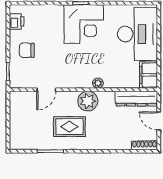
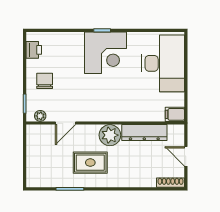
chair: (27, 50) -> (45, 81), turned 90
filing cabinet: (149, 75) -> (175, 114), width x0.50
plant: (98, 83) -> (40, 116), moved
dresser: (136, 99) -> (144, 133), moved

